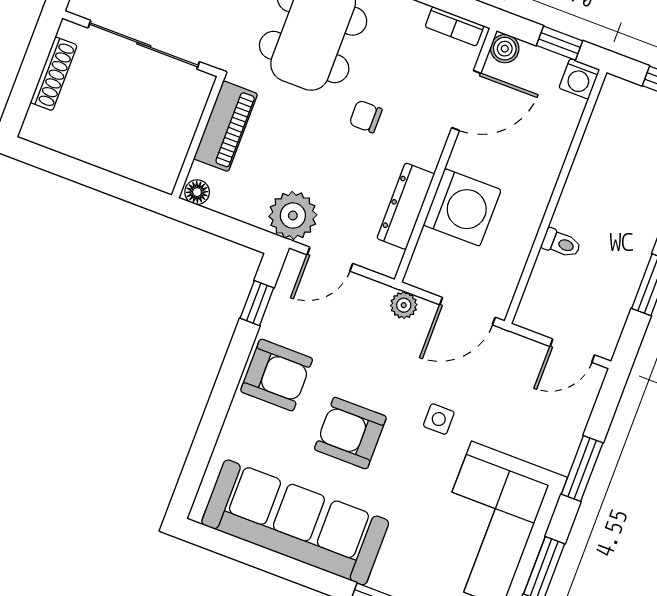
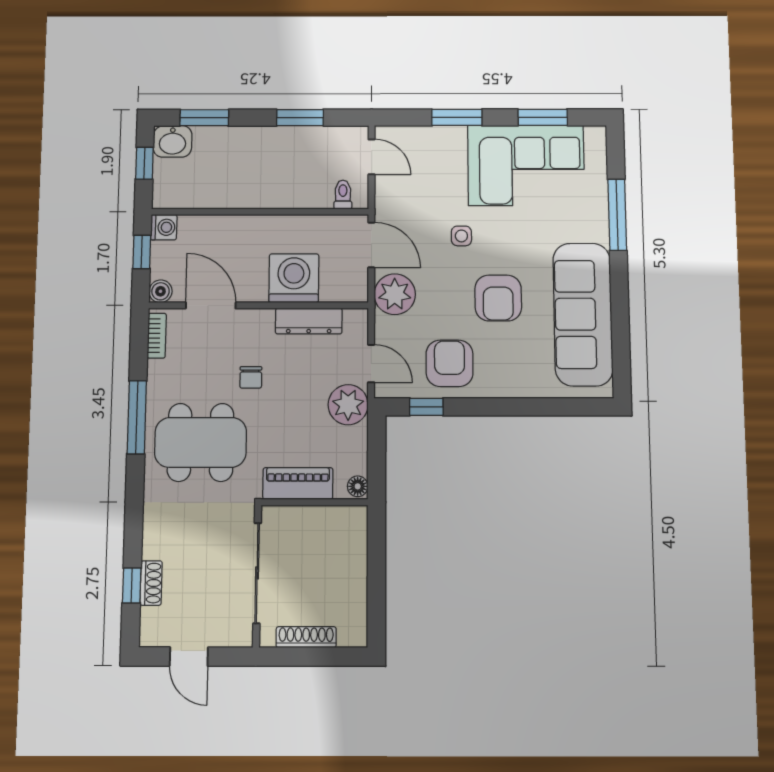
toilet: (561, 243) -> (343, 195), moved
plant: (404, 305) -> (395, 294), width x1.88, depth x1.88
armchair: (277, 375) -> (450, 363), moved

